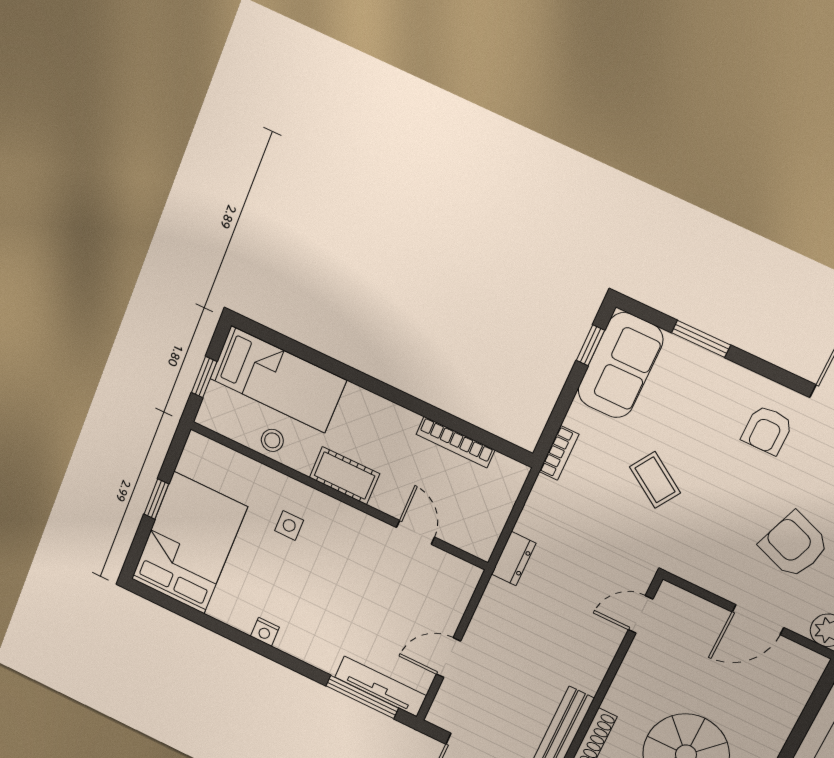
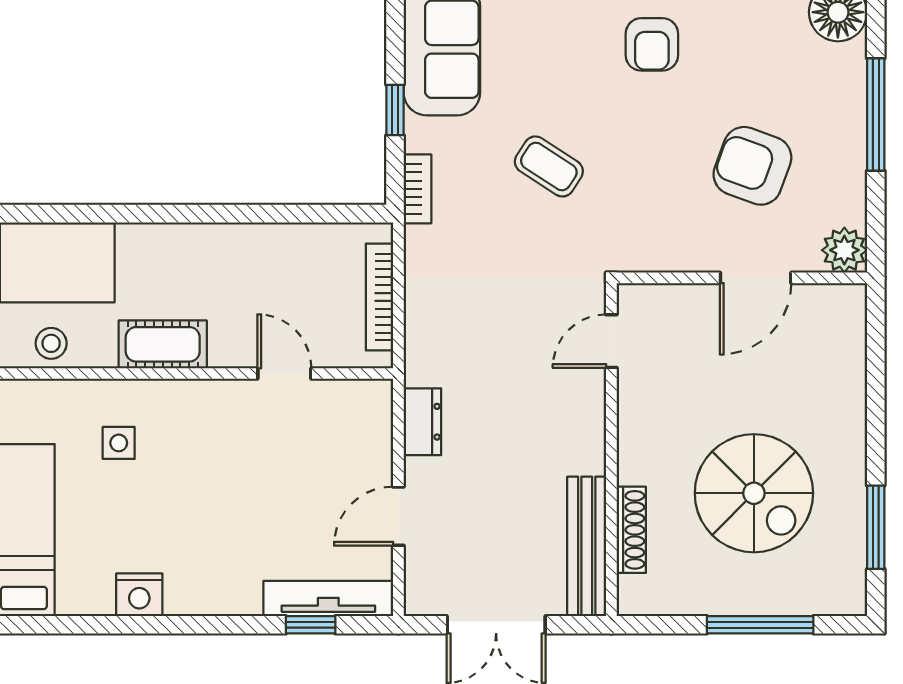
window: (590, 345) -> (395, 110), moved
bookcase: (455, 442) -> (380, 297), moved, turned 90
dresser: (514, 559) -> (422, 422), moved
nightstand: (265, 632) -> (139, 595), width x1.39, depth x1.35
window: (362, 697) -> (311, 625), width x0.46

